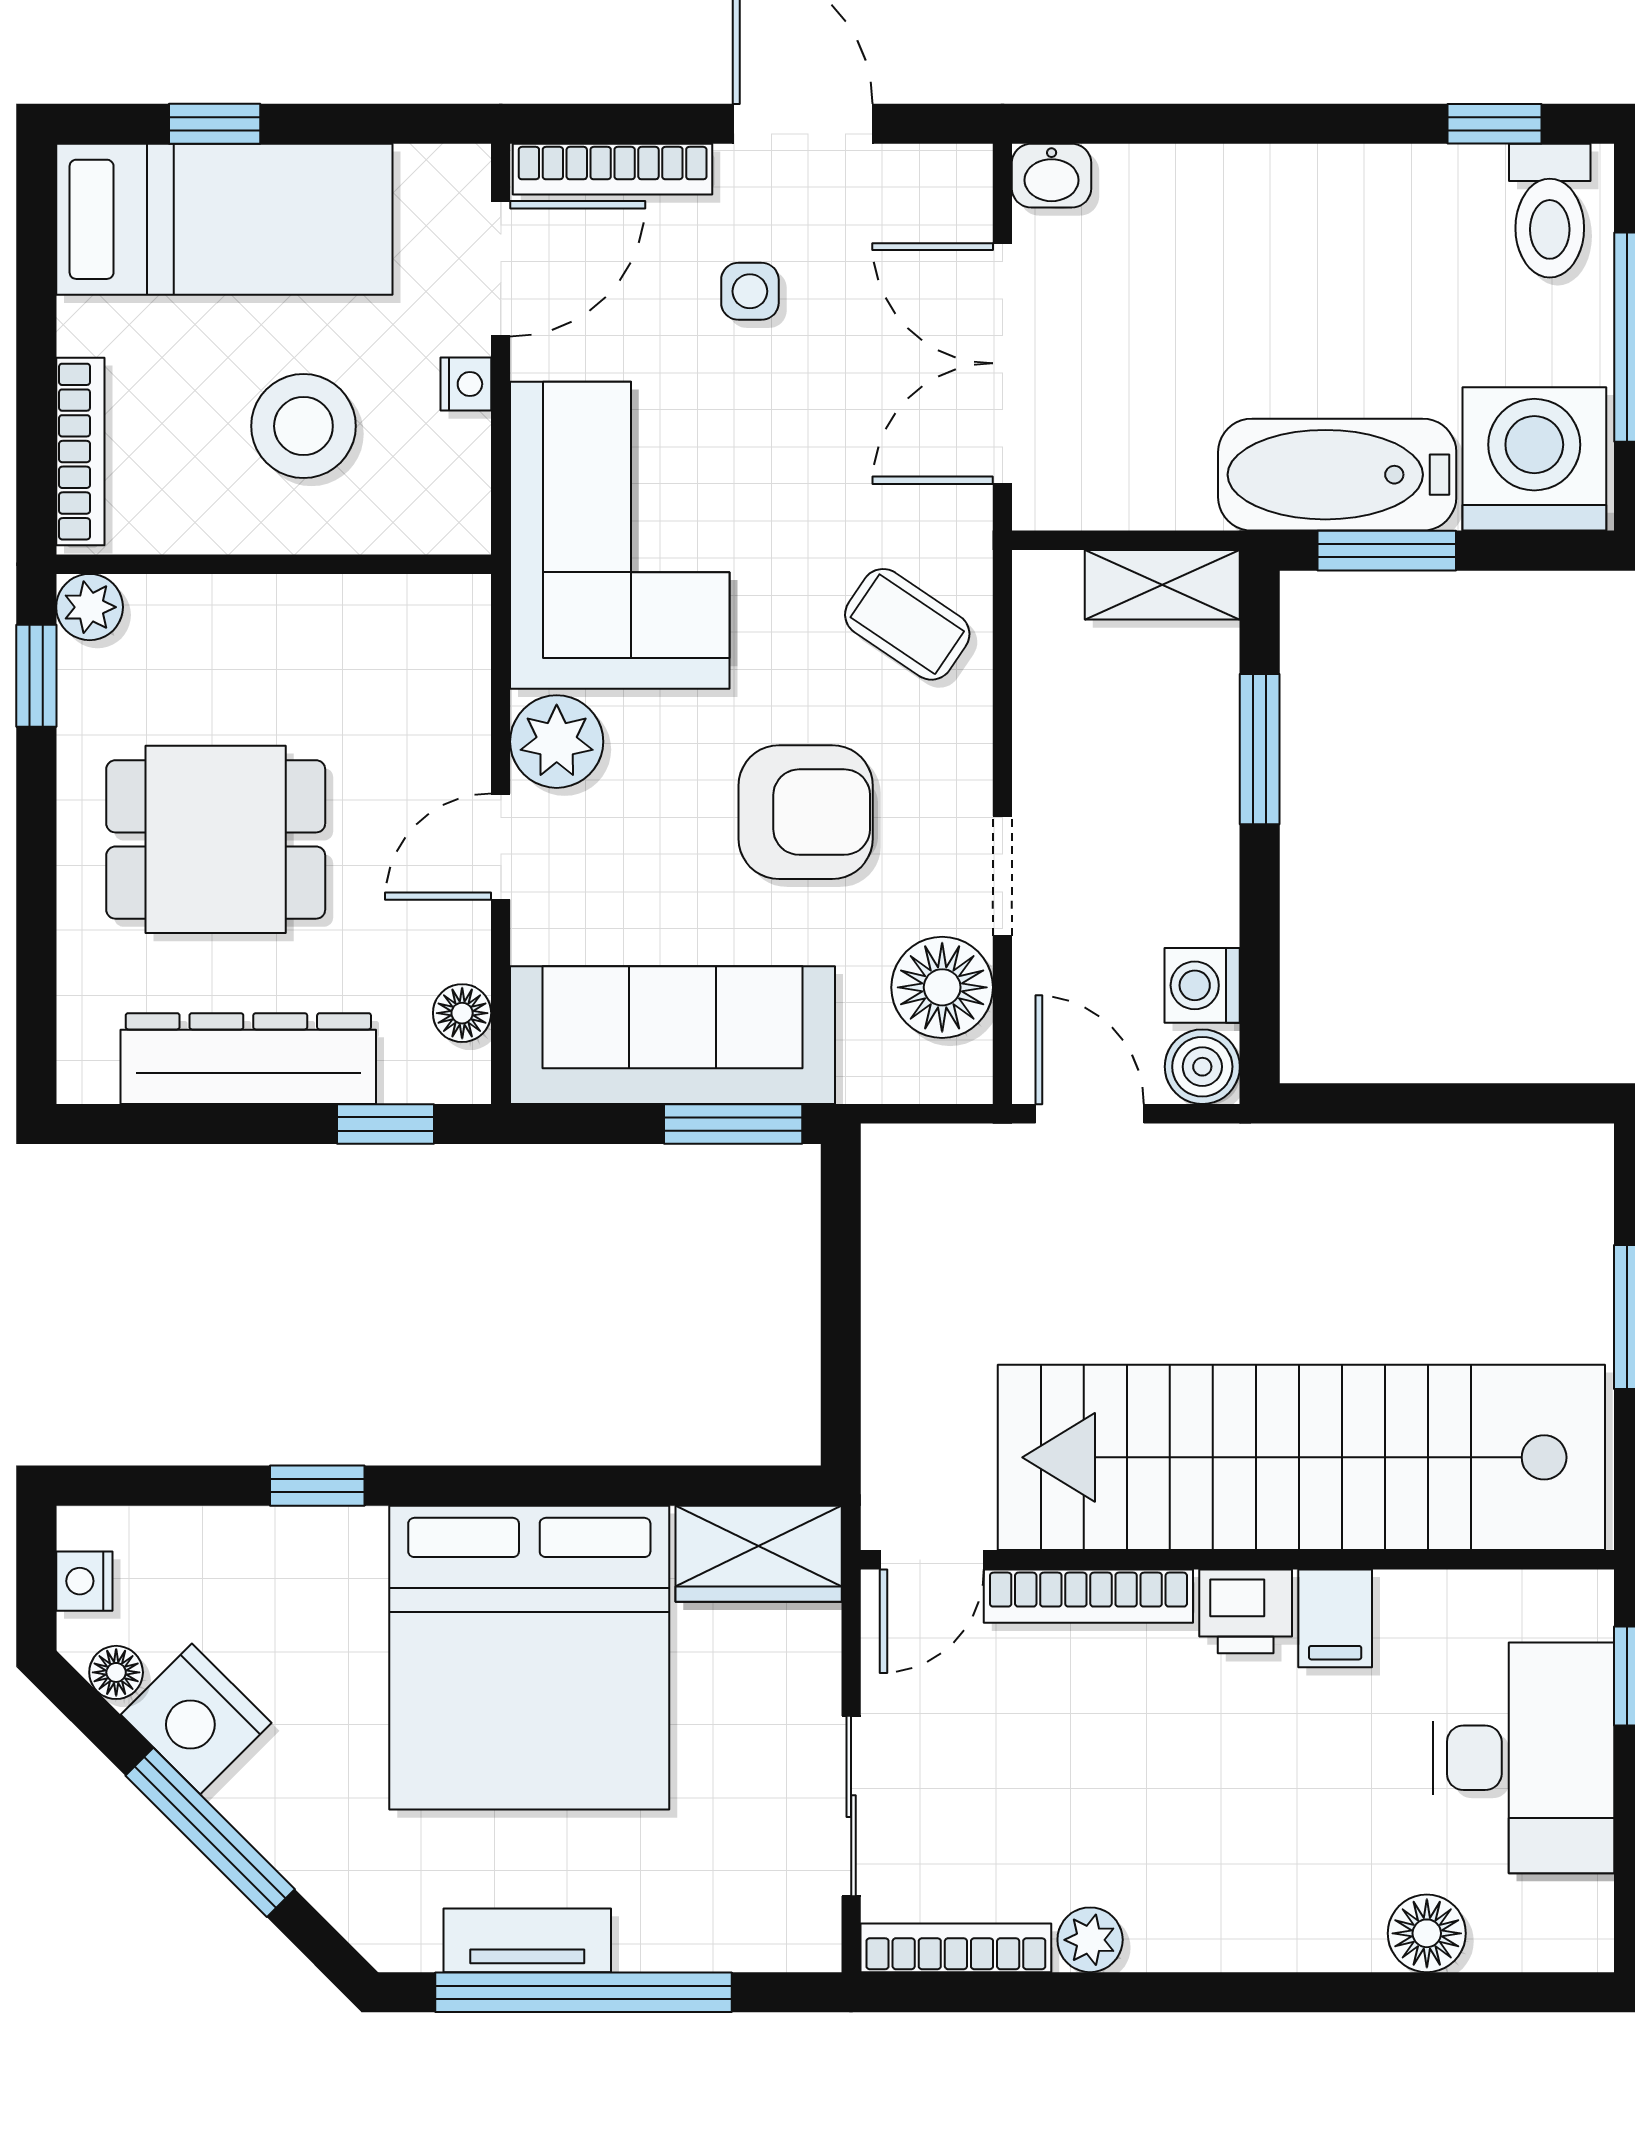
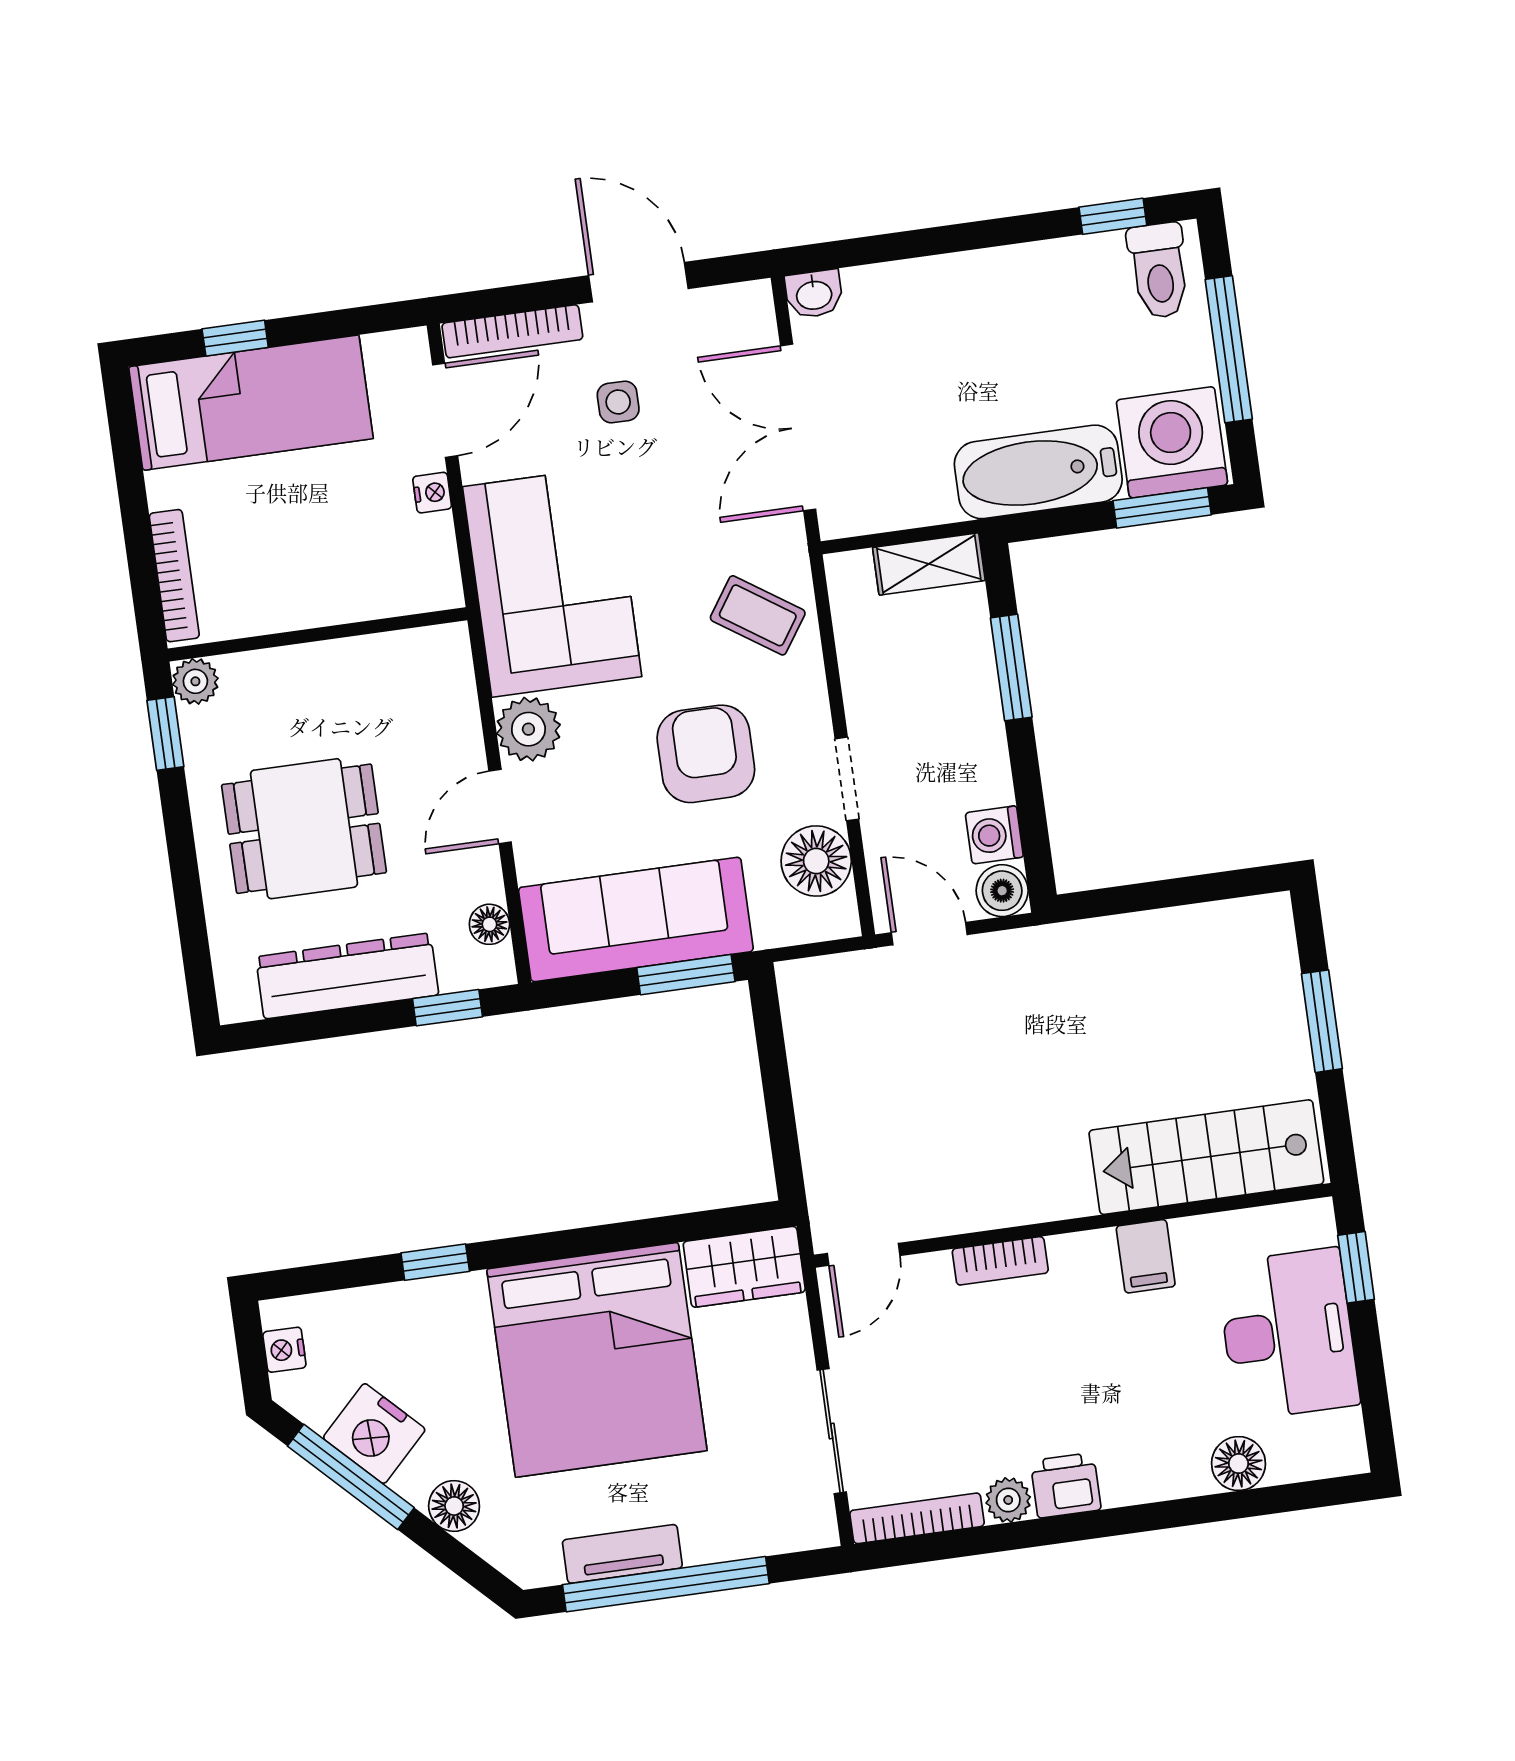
stool: (303, 426) -> (325, 537), removed
window: (1387, 551) -> (1162, 508), moved
armchair: (806, 812) -> (706, 754), turned -90
stairs: (1301, 1457) -> (1206, 1157), width x0.54, depth x0.66
bookcase: (1088, 1596) -> (1000, 1261), width x0.64
printer: (1246, 1611) -> (1066, 1485), moved, turned 180
floor lamp: (116, 1672) -> (454, 1506), moved, width x1.37, depth x1.37
window: (210, 1832) -> (351, 1477), moved

